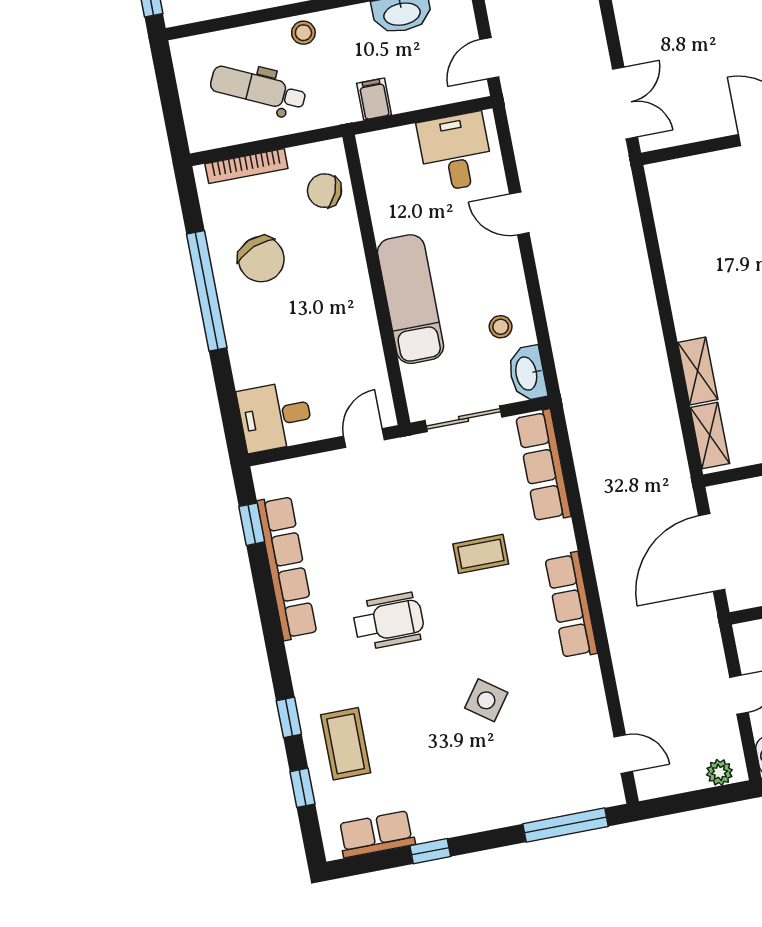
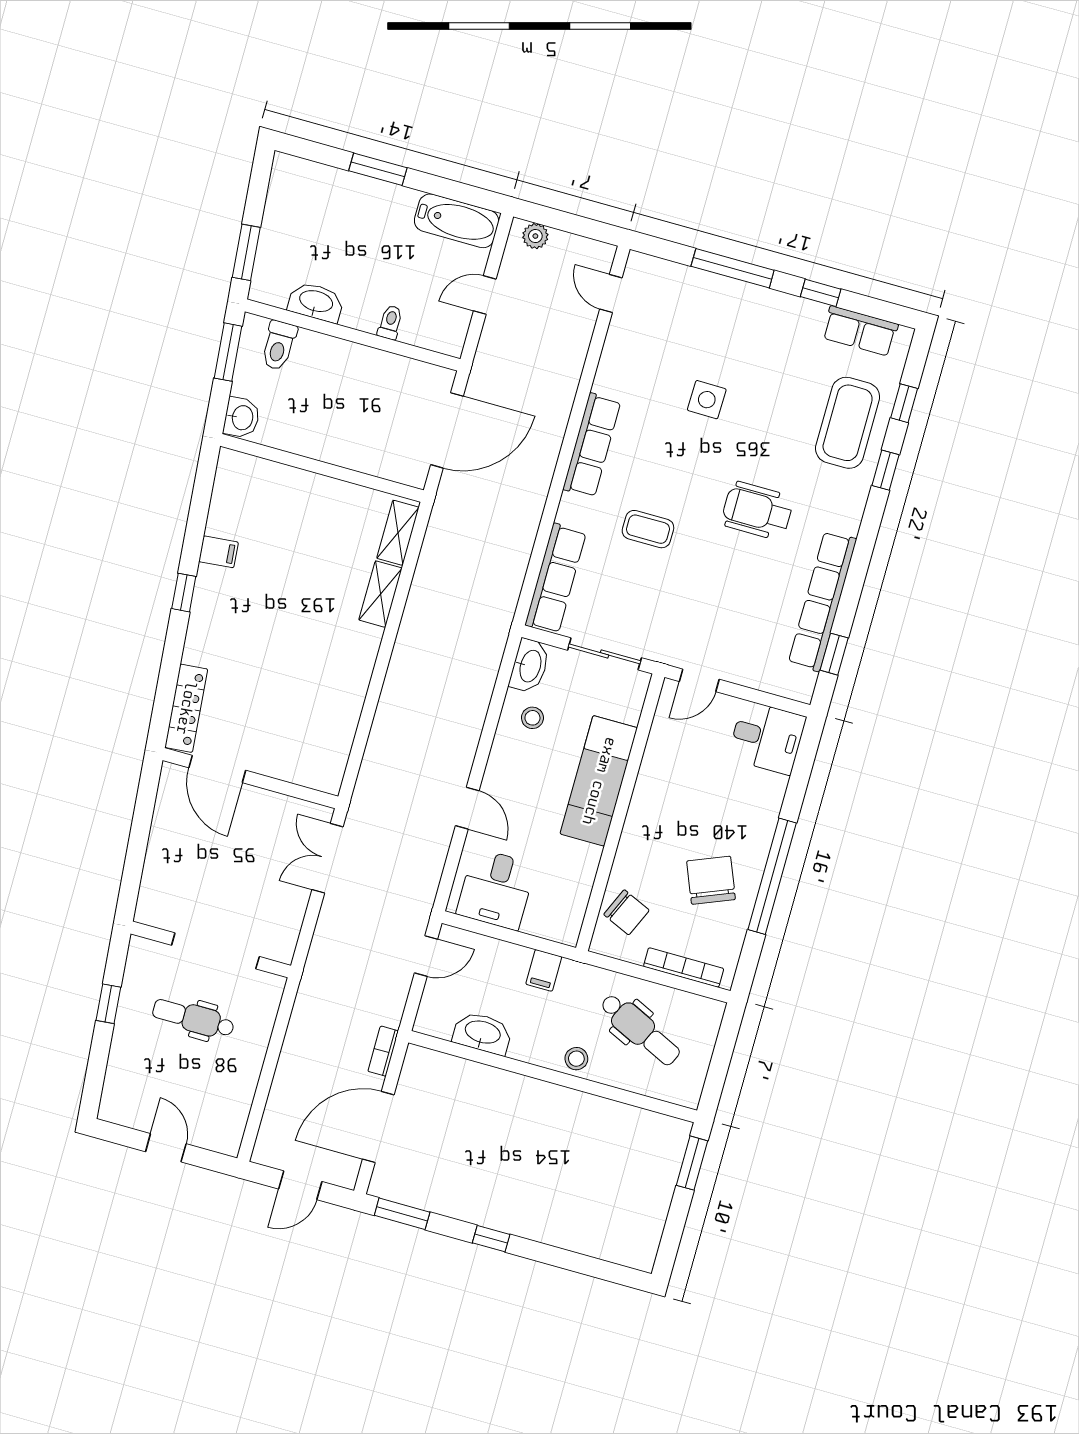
side table: (486, 700) -> (707, 400), turned -35
coffee table: (346, 744) -> (848, 423), width x1.36, depth x1.32
window: (565, 825) -> (733, 268), moved

